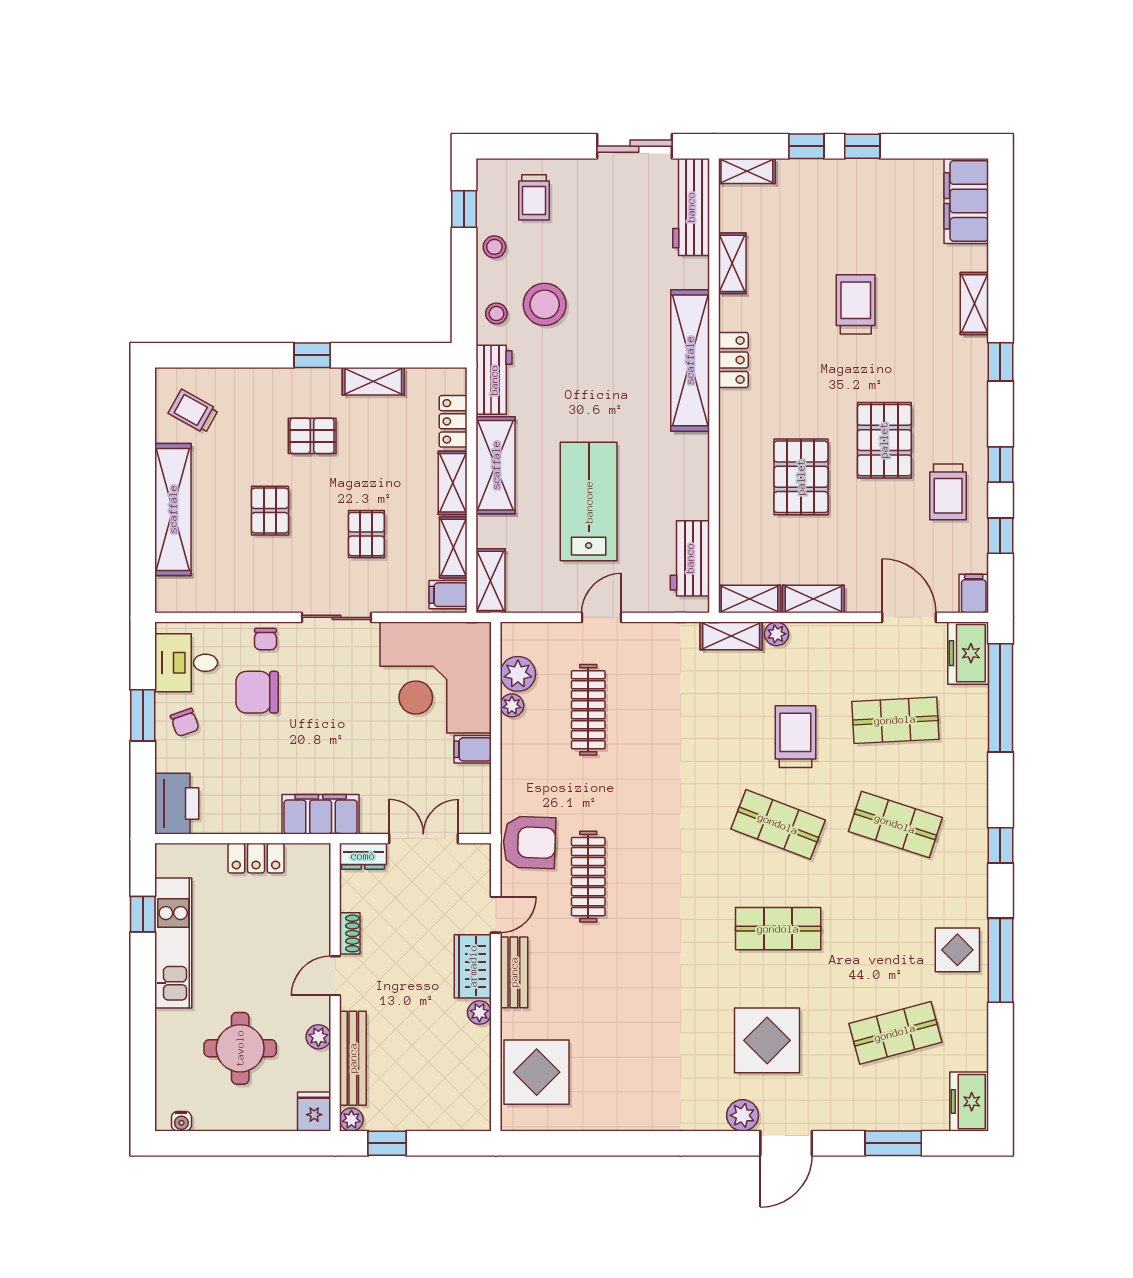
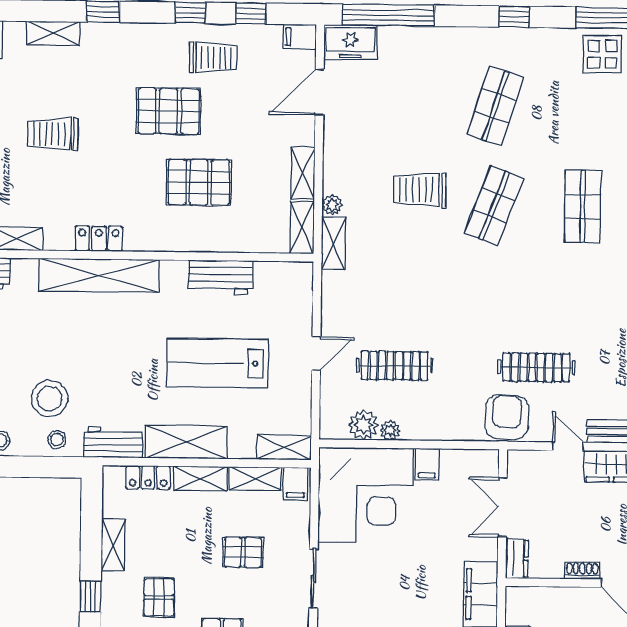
workbench: (690, 558) -> (220, 277), moved
door: (602, 617) -> (316, 353), swing flipped
shop shelf: (895, 720) -> (407, 105), removed

